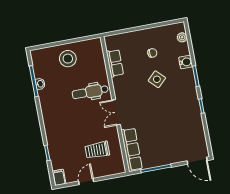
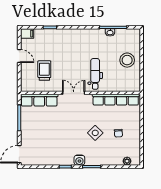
water cooler: (186, 62) -> (79, 160), moved
row of seats: (115, 63) -> (116, 100), width x2.02

